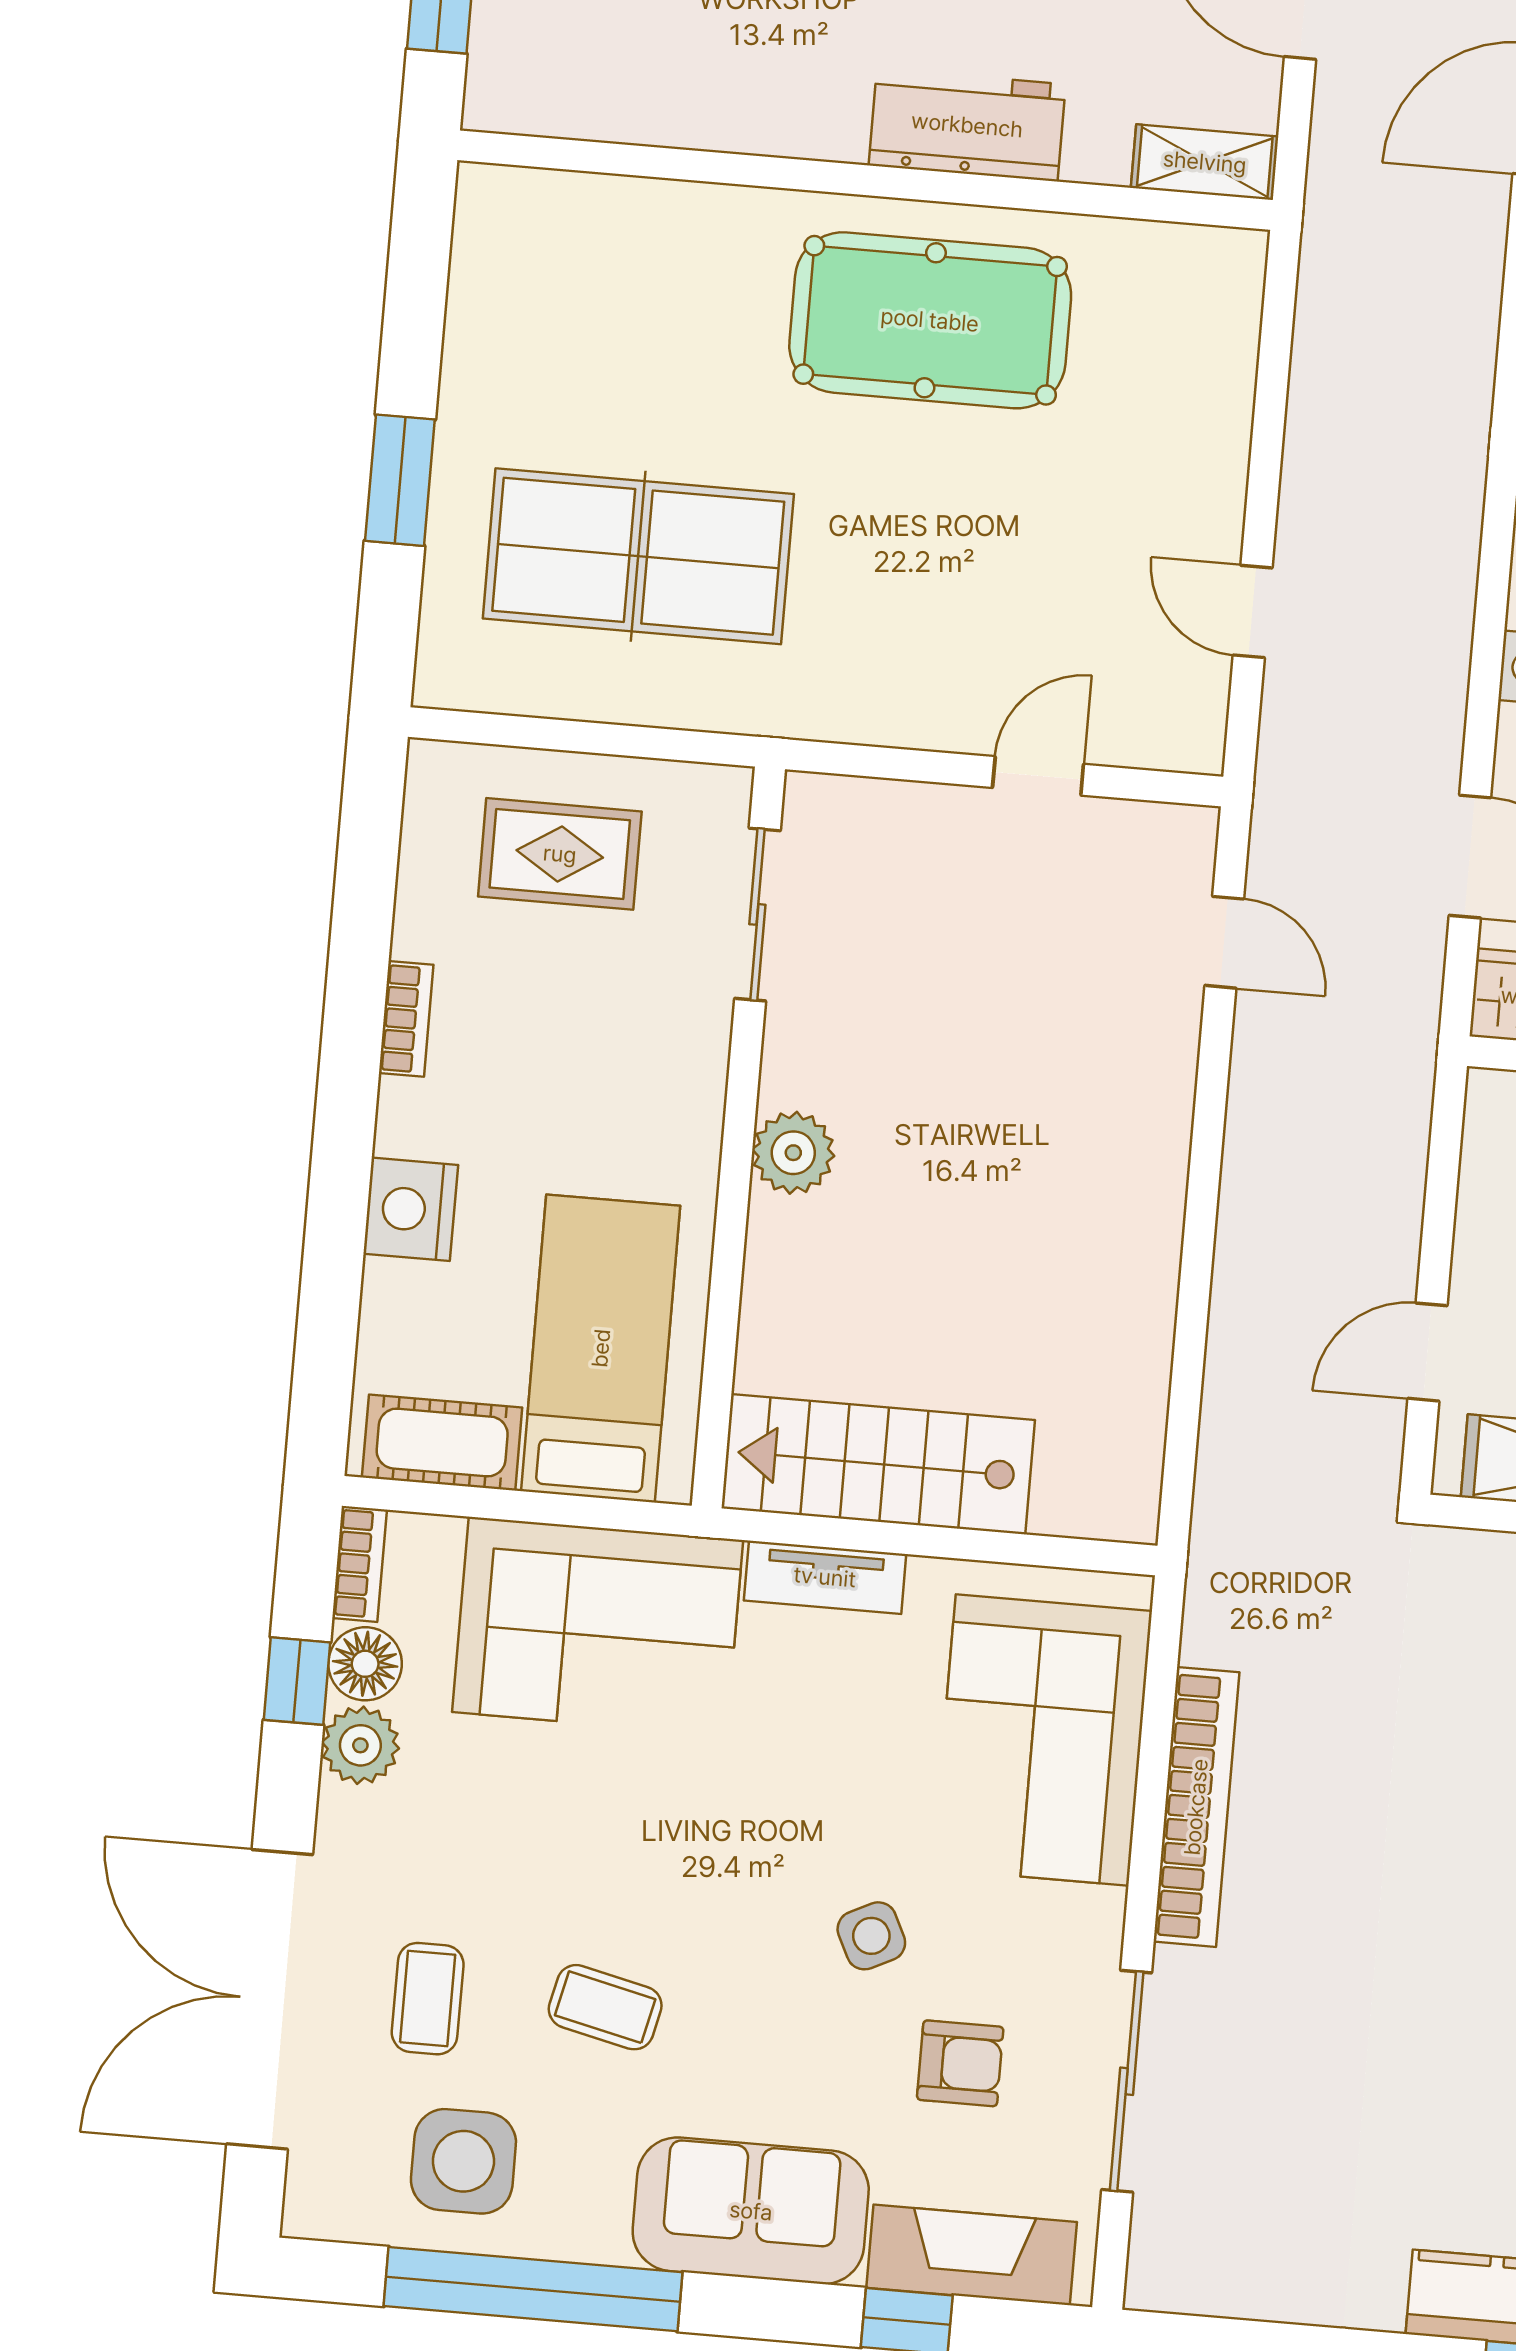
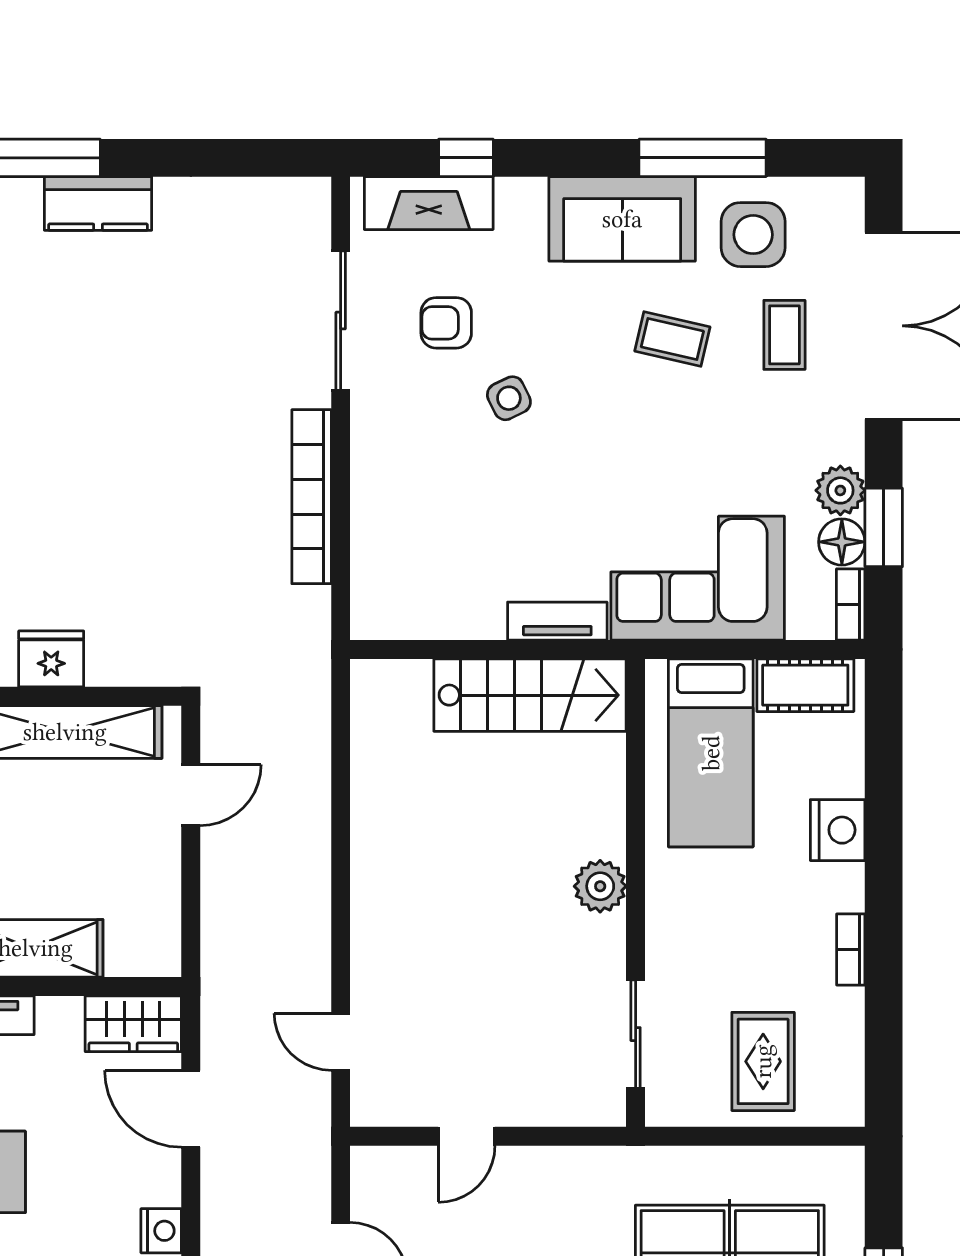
rug: (560, 854) -> (763, 1061), turned 90
window: (297, 1681) -> (884, 527), width x1.50
corner sofa: (1042, 1740) -> (412, 531), removed
sofa: (751, 2211) -> (622, 219), moved
window: (533, 2289) -> (703, 158), width x0.68

